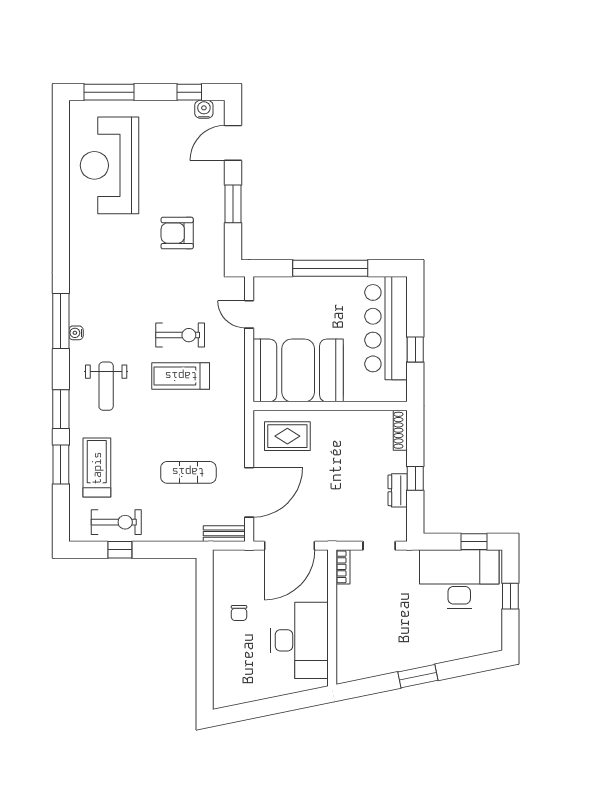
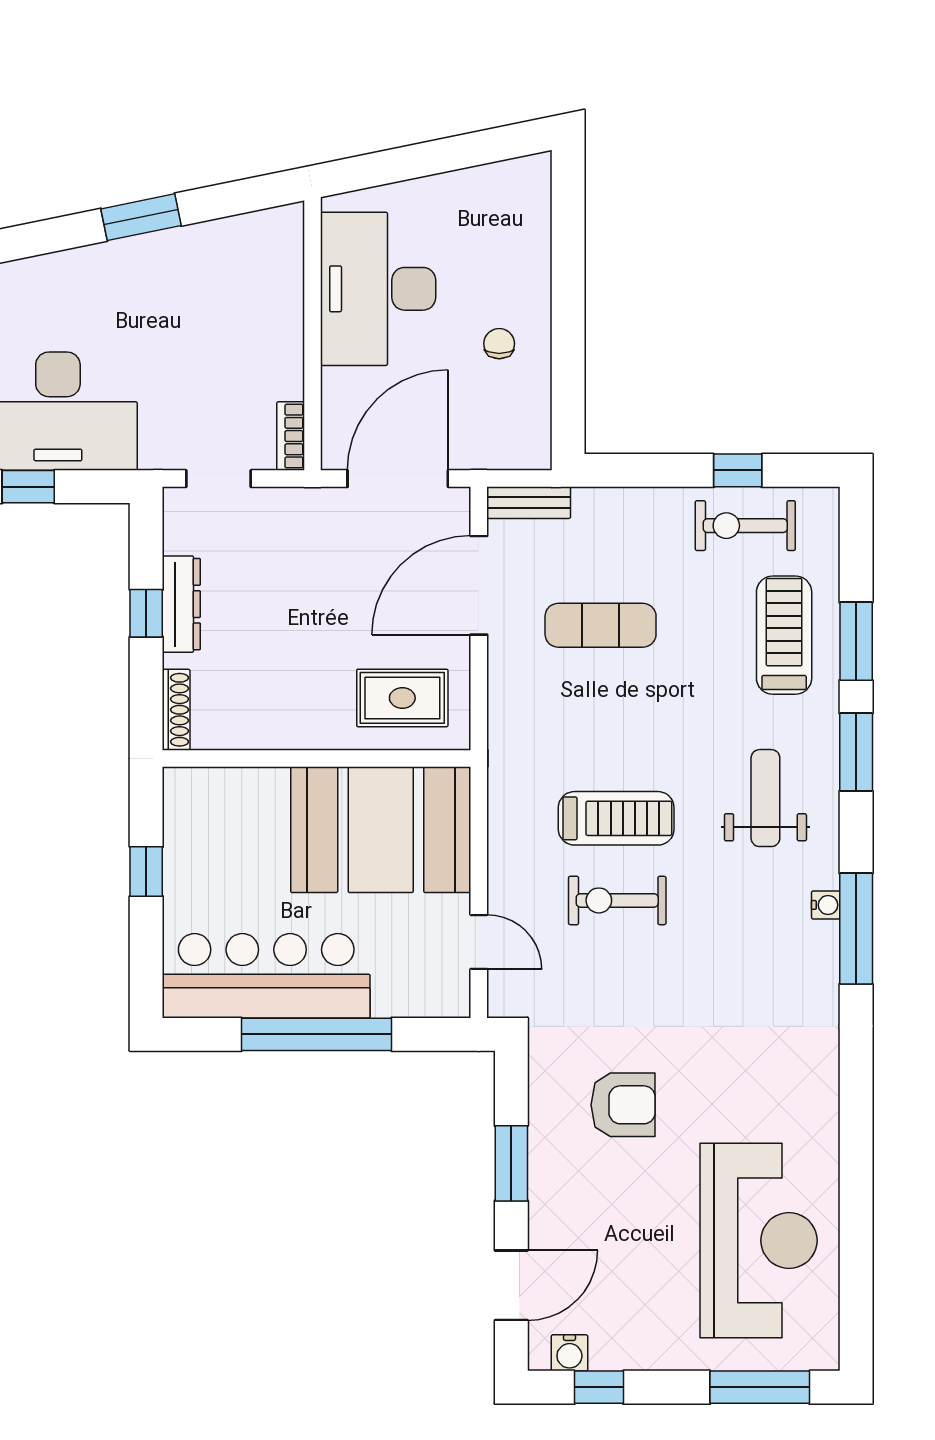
bar counter: (386, 328) -> (266, 976), moved, turned -90
treadmill: (97, 468) -> (784, 635), turned 180
dresser: (398, 490) -> (181, 604), width x1.44

